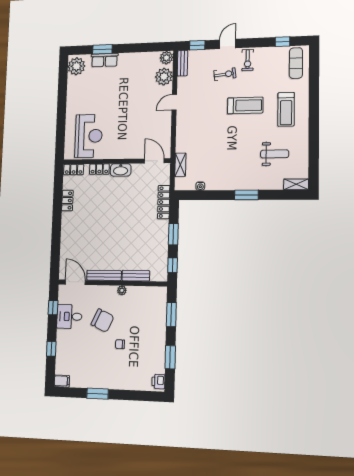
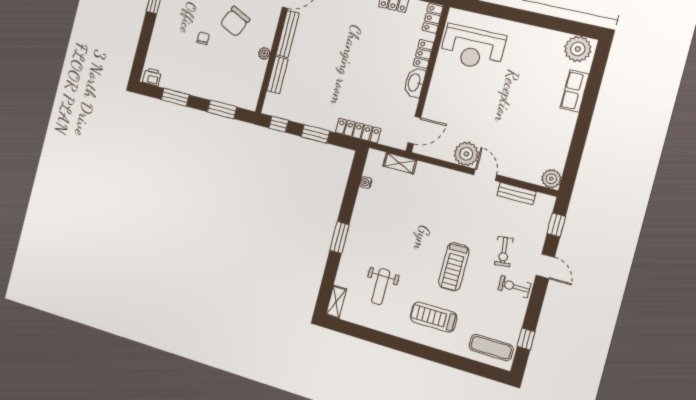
window: (102, 49) -> (592, 91), removed
bench: (183, 63) -> (516, 194), moved
plant: (164, 77) -> (466, 154), moved

